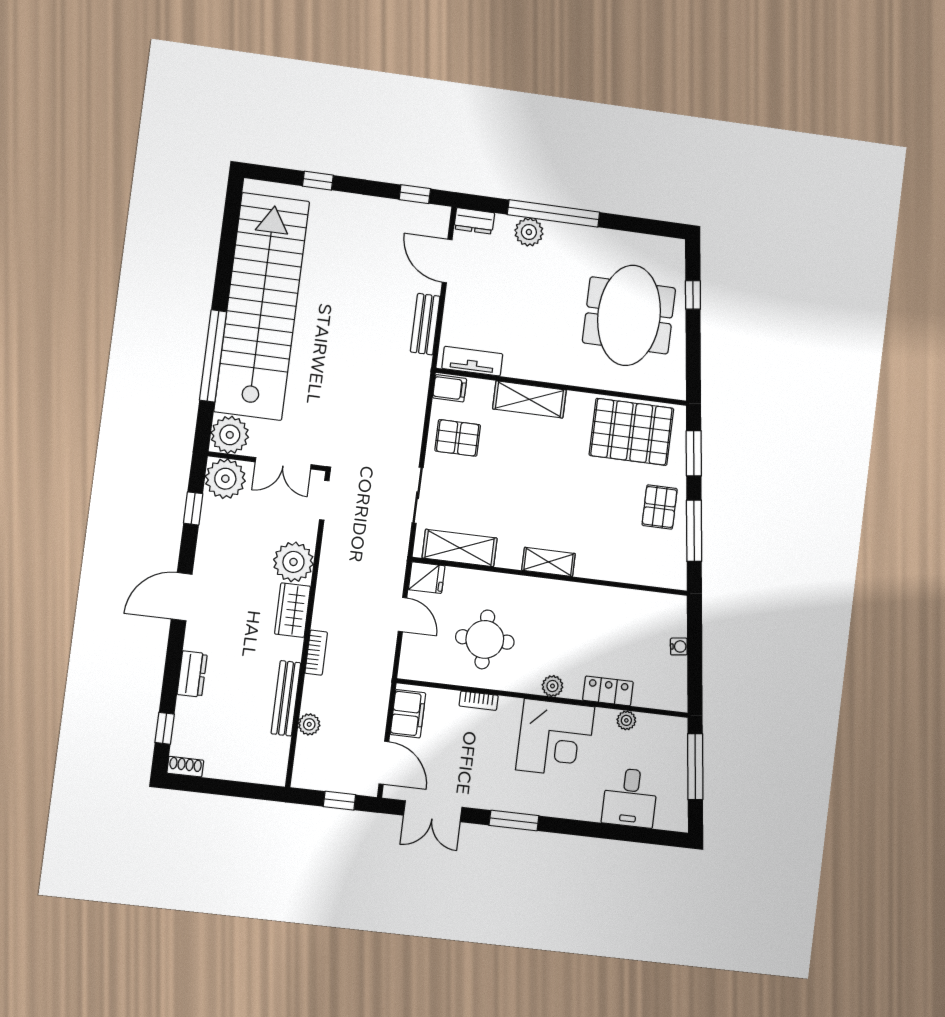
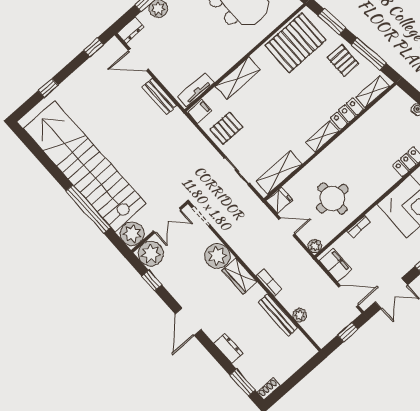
locker: (601, 567) -> (347, 114), added
shelving: (654, 575) -> (373, 92), added
plant: (552, 686) -> (315, 246), moved
window: (165, 728) -> (242, 383), width x1.50

